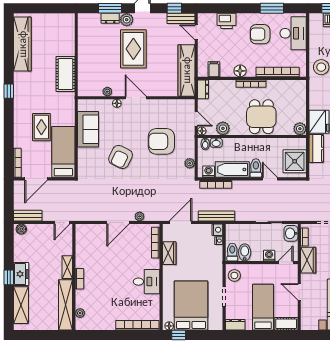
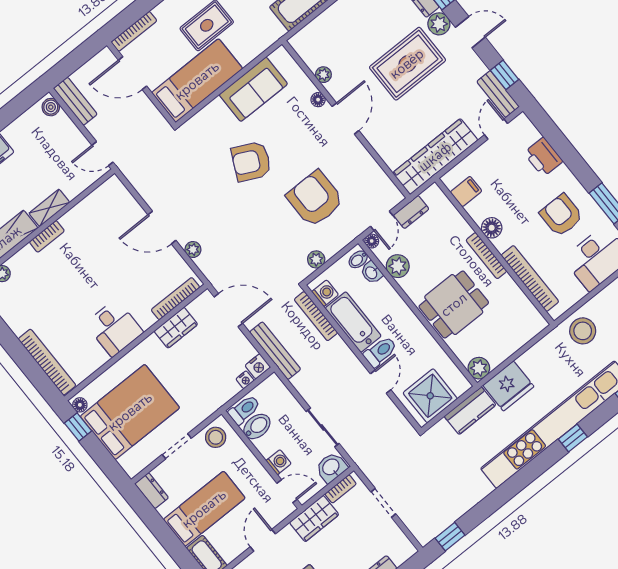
dresser: (203, 89) -> (411, 212), moved

